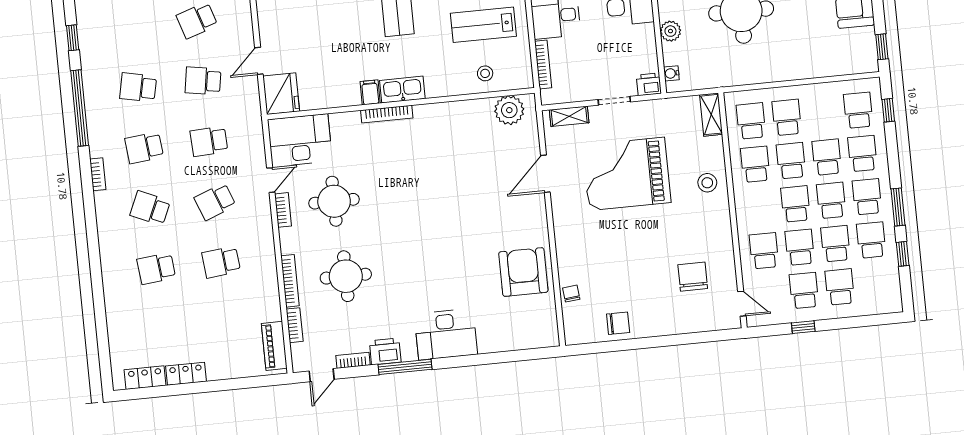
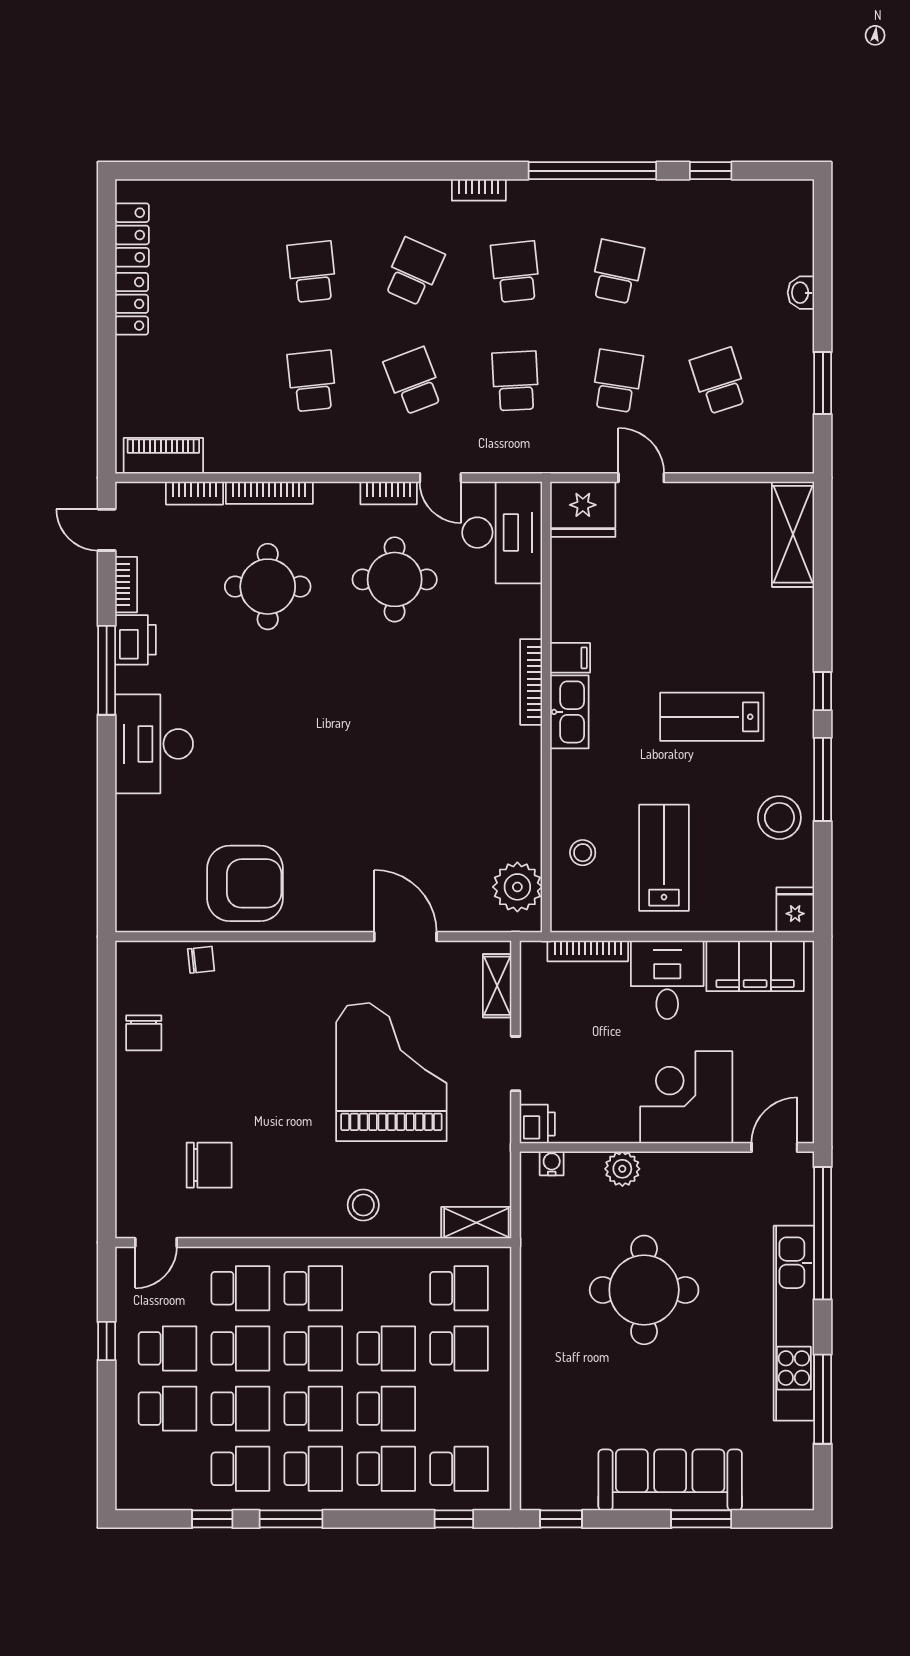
school desk: (755, 164) -> (313, 1288), moved

